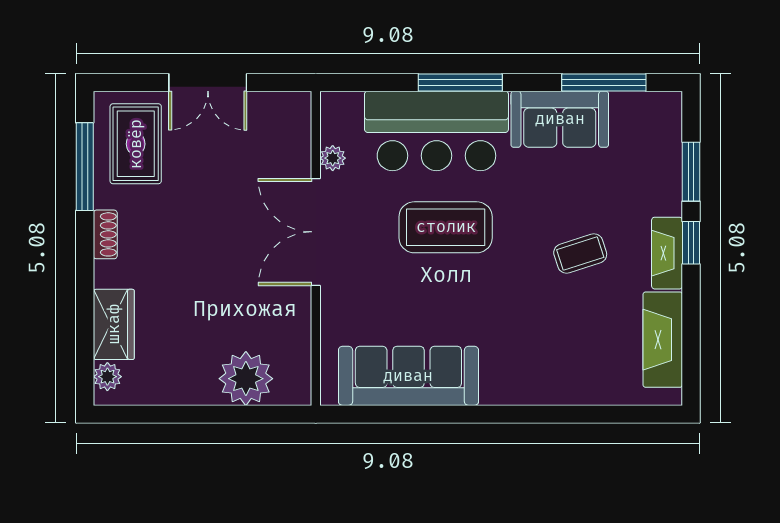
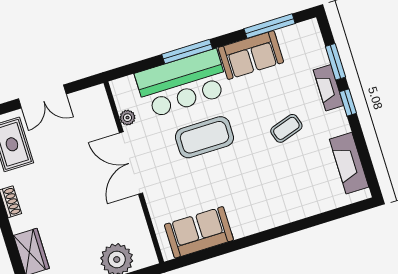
fireplace: (667, 253) -> (328, 88), moved
sofa: (408, 376) -> (199, 232), width x0.73

